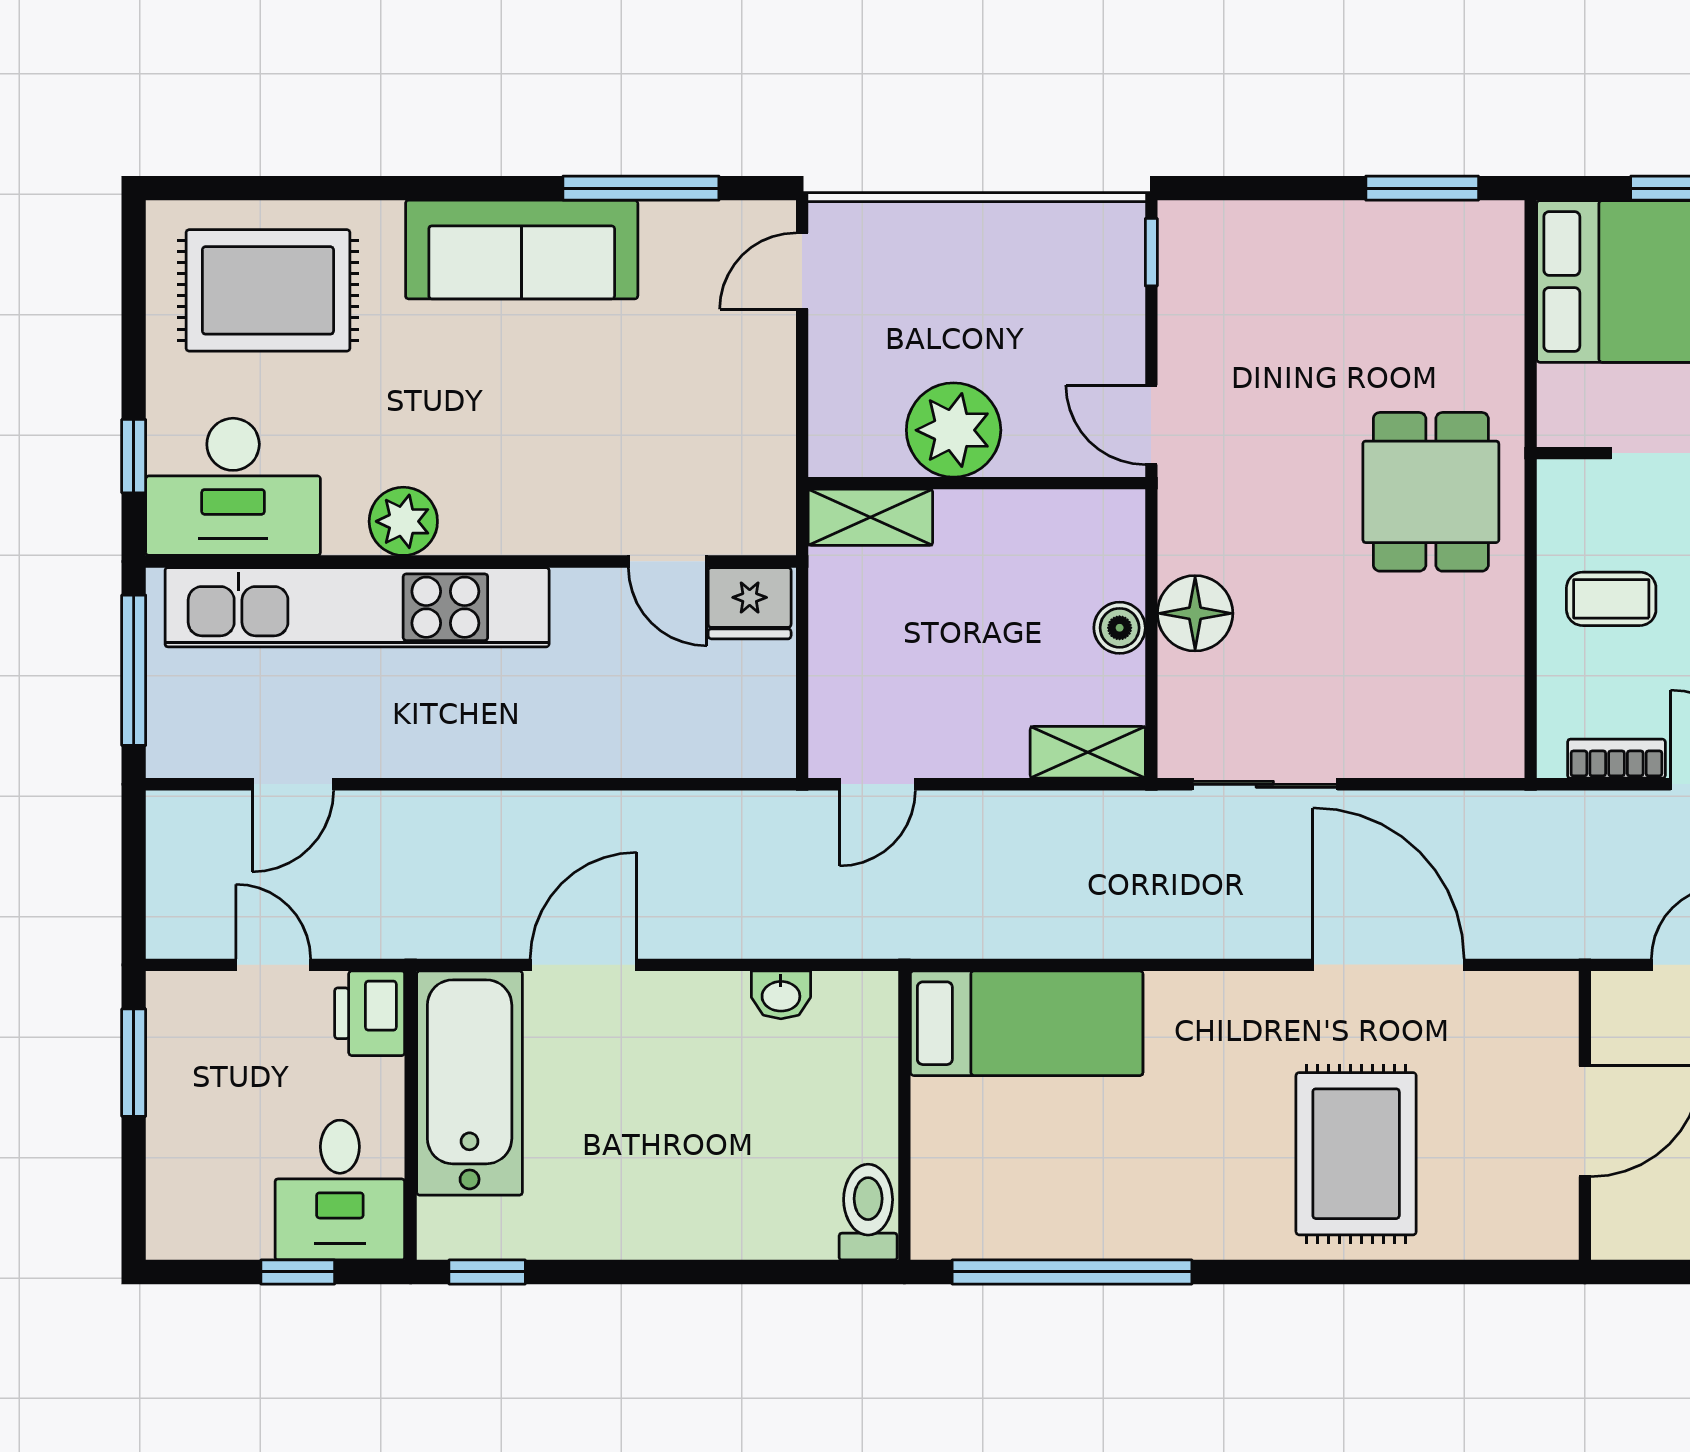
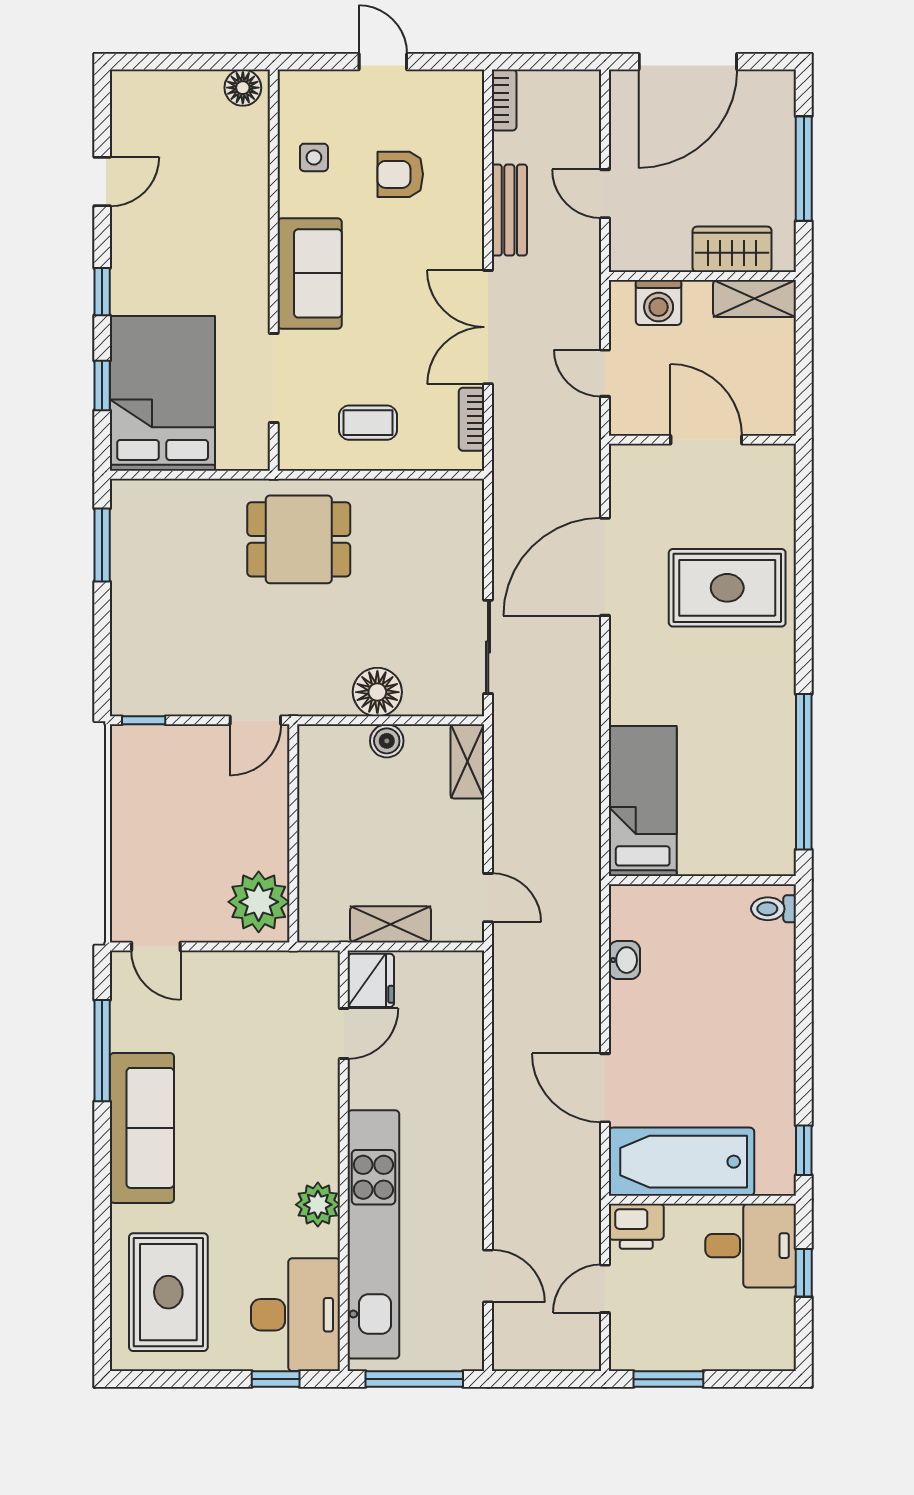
plant: (954, 430) -> (259, 902), moved
shelving: (870, 517) -> (391, 924), moved, turned 90
coffee table: (1611, 599) -> (368, 423), turned 90
toilet: (868, 1212) -> (774, 909), width x0.73, depth x0.72

